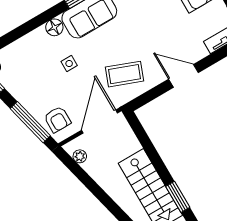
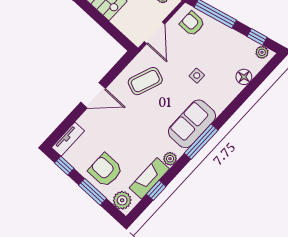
floor lamp: (54, 27) -> (244, 77), moved
door: (100, 122) -> (155, 33), width x0.73

